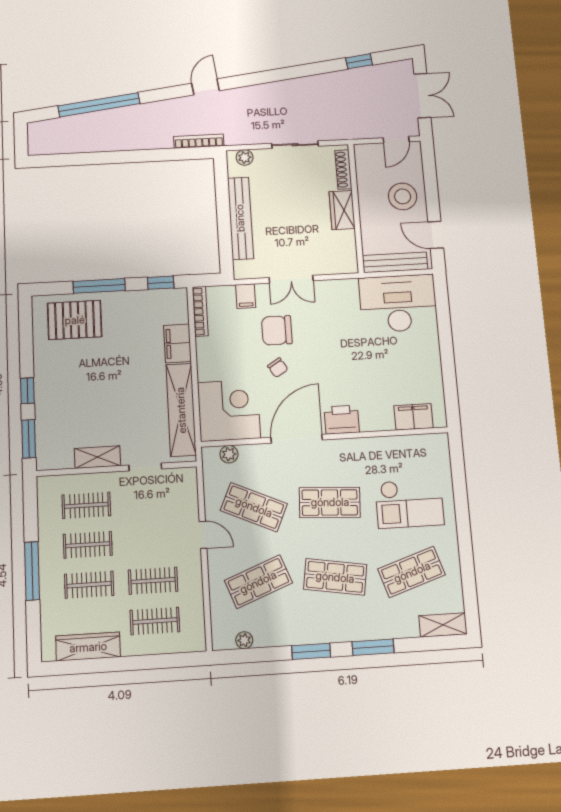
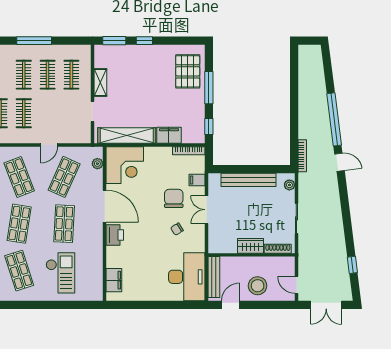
window: (99, 105) -> (334, 119), moved
chair: (278, 368) -> (177, 229), moved
checkout: (409, 503) -> (60, 273), turned 180

